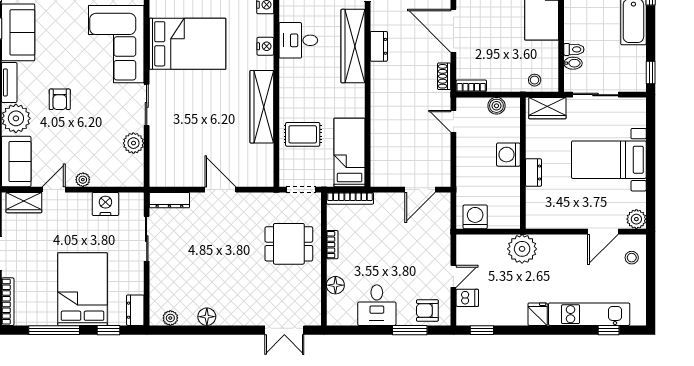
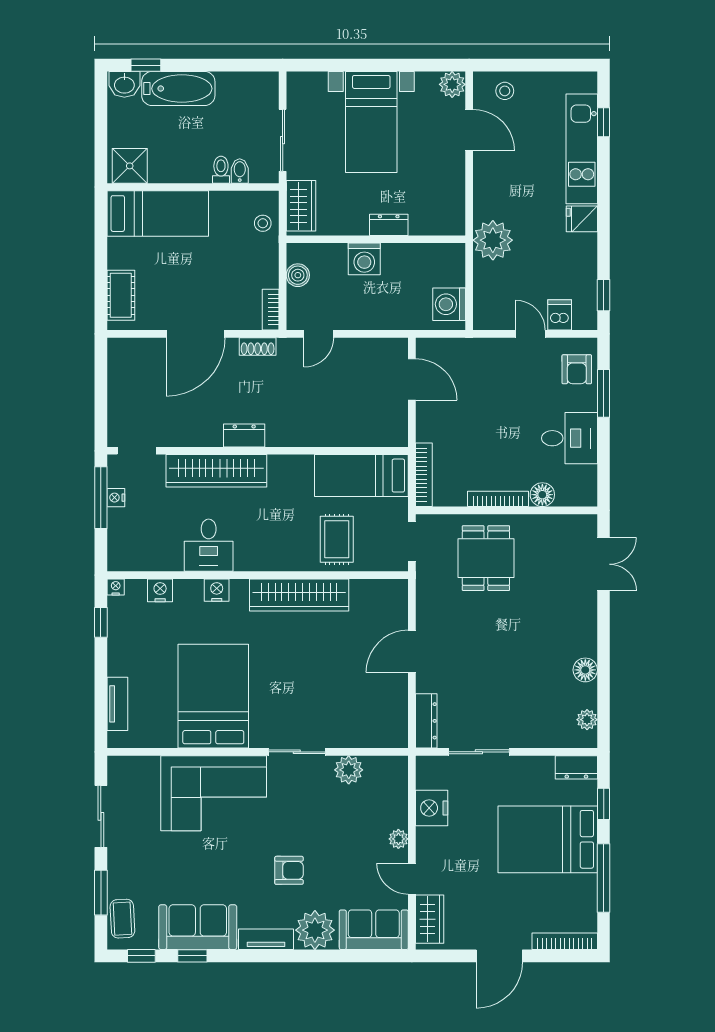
dresser: (379, 46) -> (244, 436), moved
window: (651, 72) -> (252, 65), removed
bookcase: (332, 245) -> (498, 499), width x1.56

